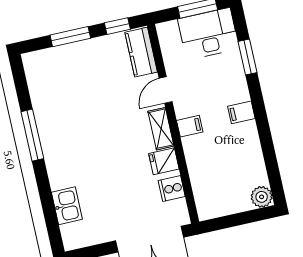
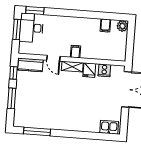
window: (248, 57) -> (35, 10), moved
filing cabinet: (241, 112) -> (105, 25), moved
window: (32, 135) -> (37, 131), moved
kitchen sink: (67, 206) -> (109, 127), moved

